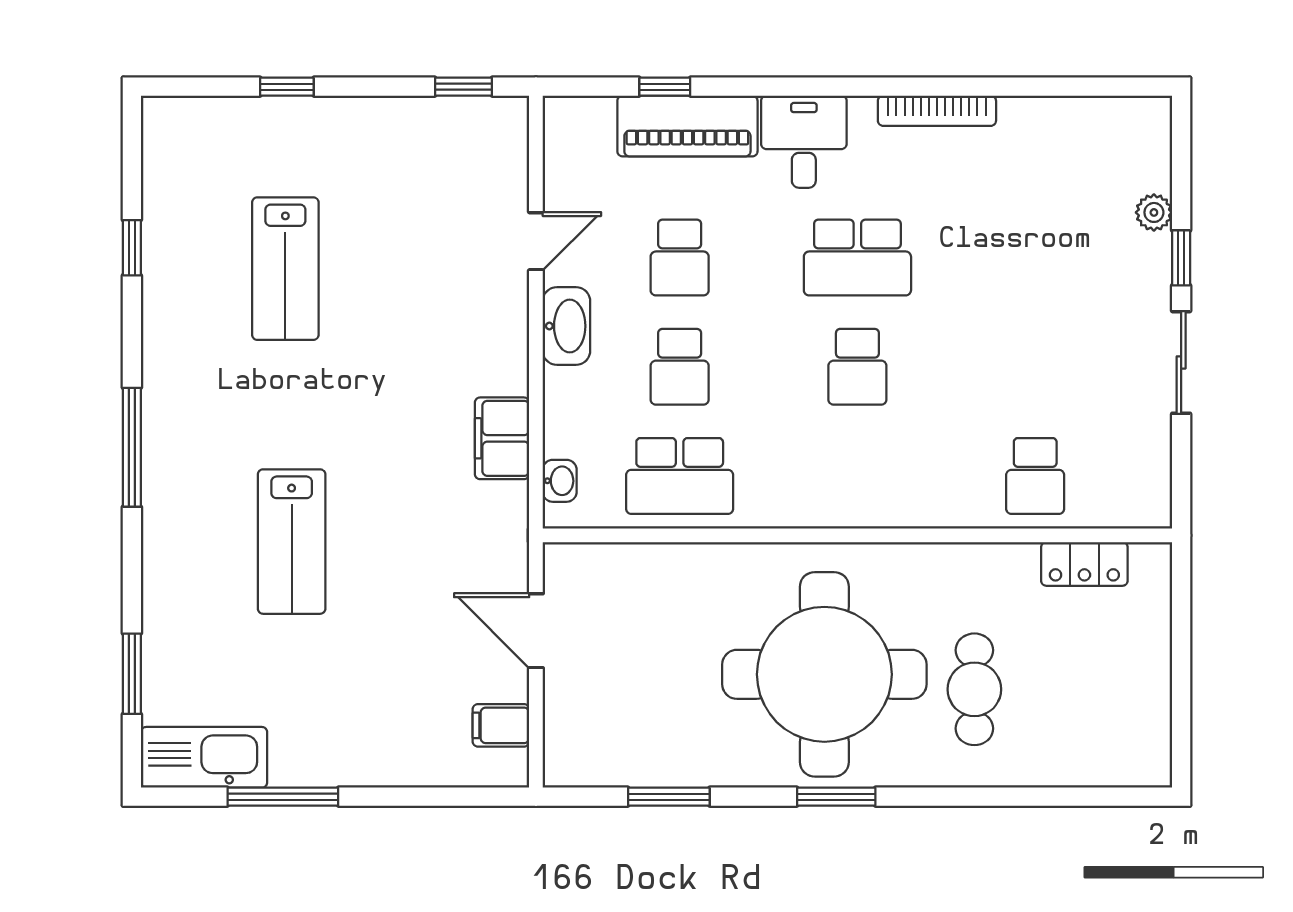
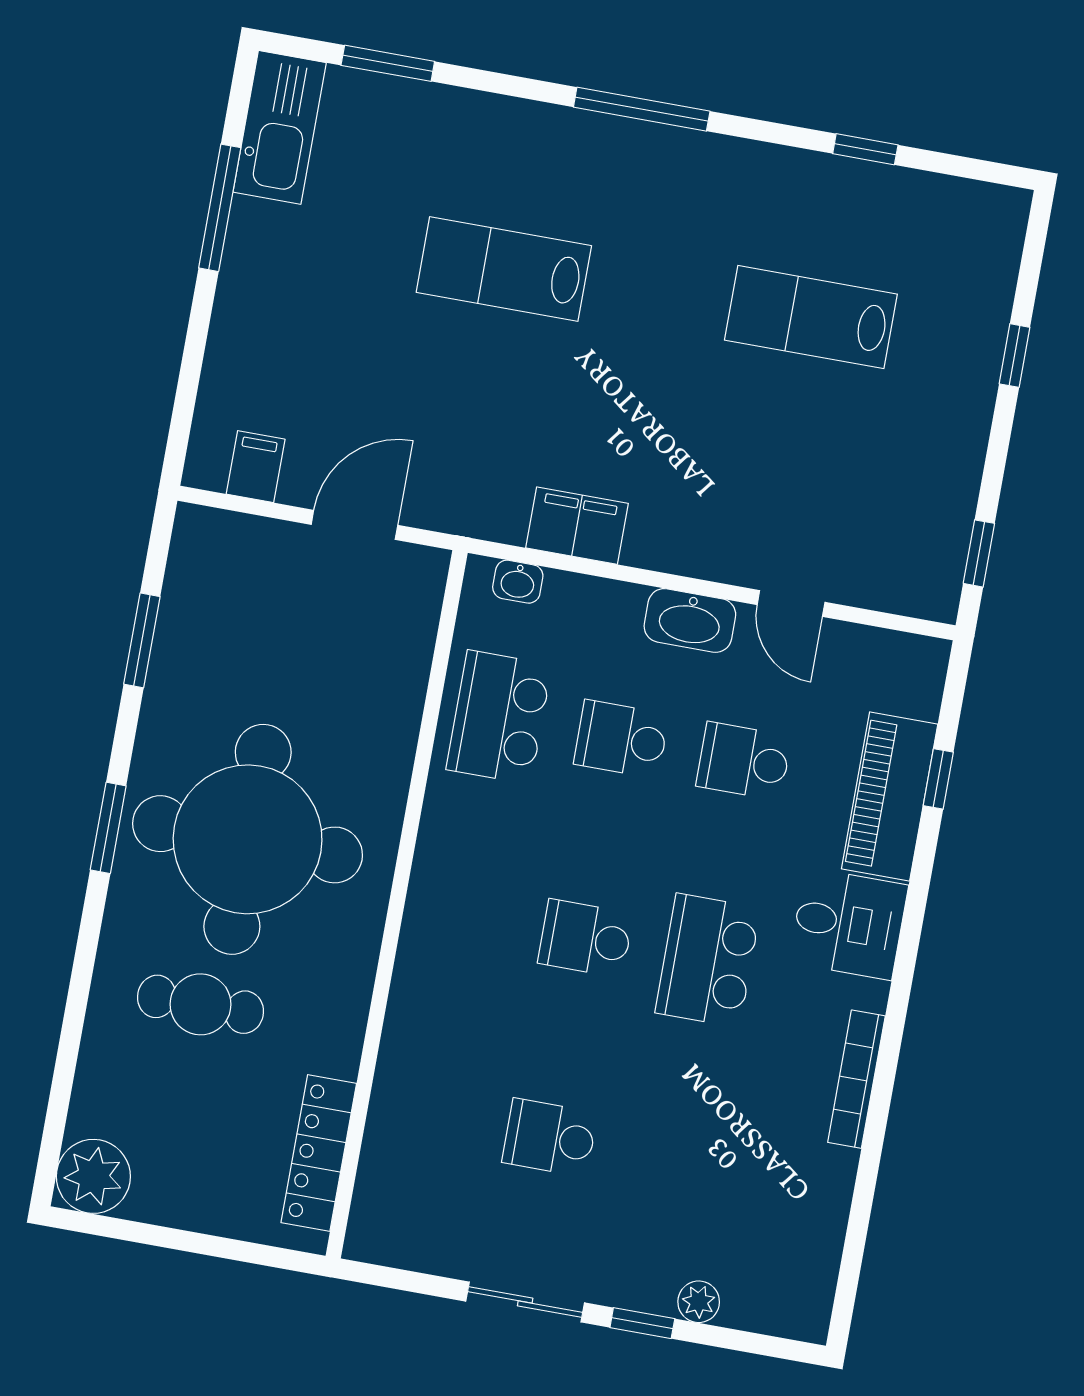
school desk: (1035, 476) -> (550, 1138), moved
locker: (1084, 564) -> (319, 1153), width x1.53
plant: (1140, 755) -> (93, 1176), added

